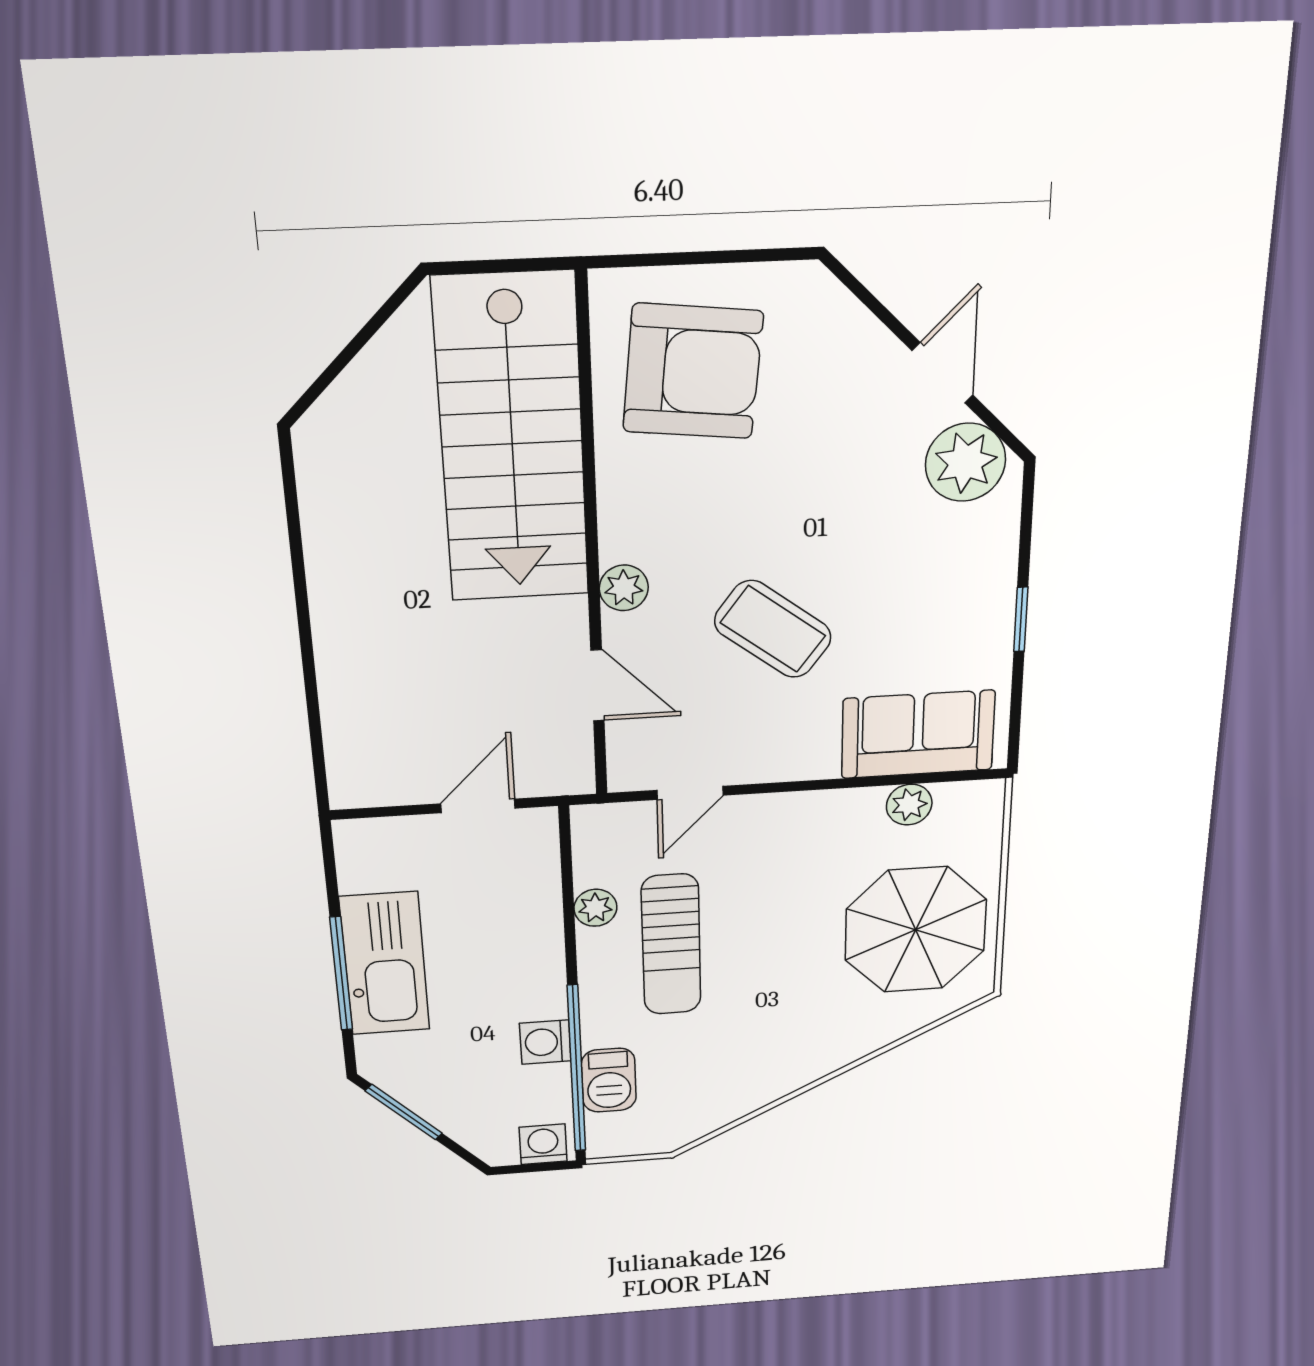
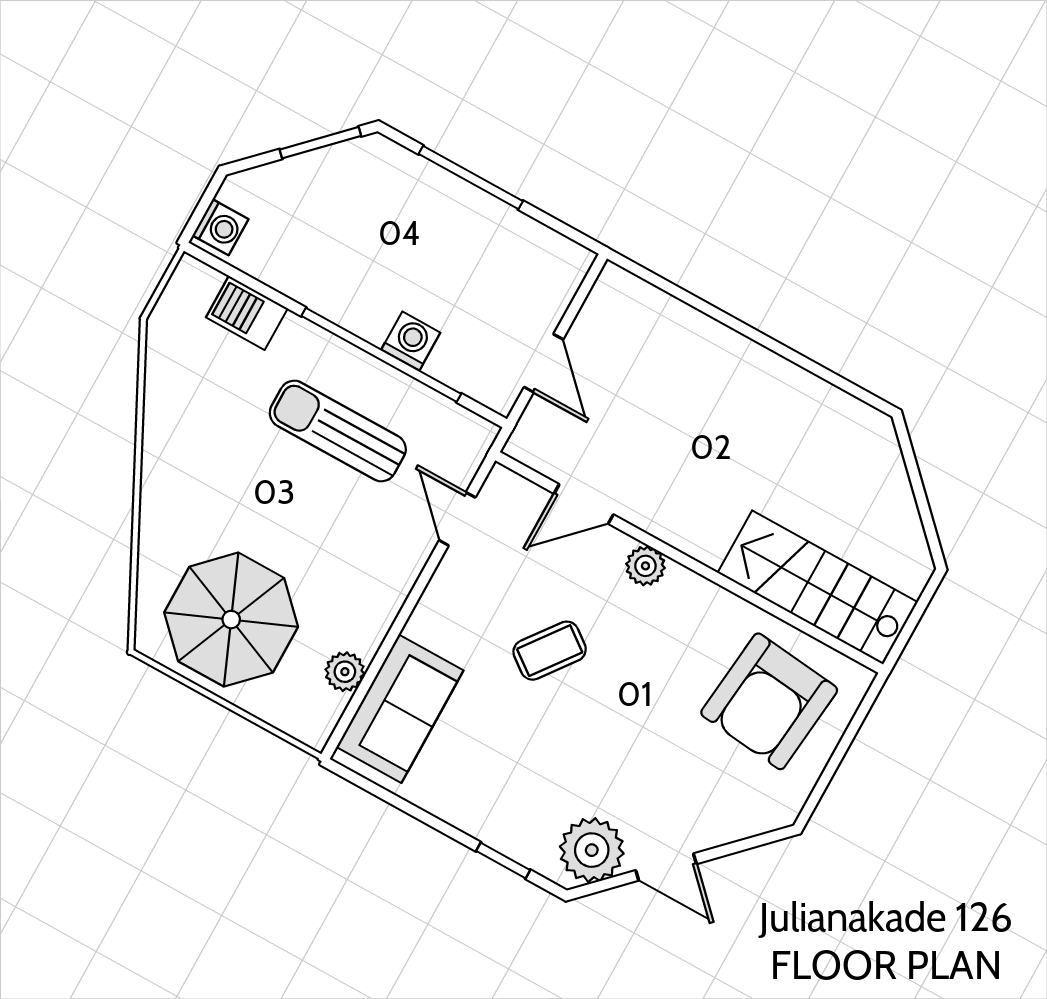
stairs: (512, 440) -> (818, 588), width x0.73, depth x0.66
window: (1021, 619) -> (503, 860), moved
coffee table: (773, 629) -> (550, 651), width x0.73, depth x0.77
plant: (595, 908) -> (406, 395), removed
kitchen sink: (385, 964) -> (459, 214), removed
washing machine: (545, 1042) -> (411, 341), moved
window: (577, 1069) -> (381, 355), moved

